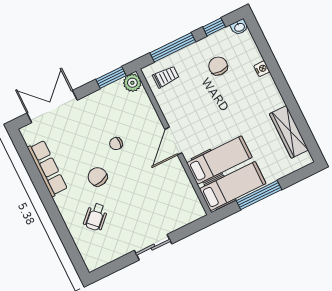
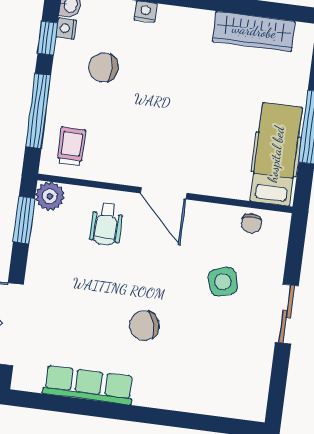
nightstand: (225, 33) -> (66, 29), added
chair: (116, 144) -> (251, 223), moved
hospital bed: (219, 160) -> (230, 149), removed
side table: (148, 203) -> (223, 282), added
wheelchair: (96, 217) -> (106, 224), moved, turned 45

